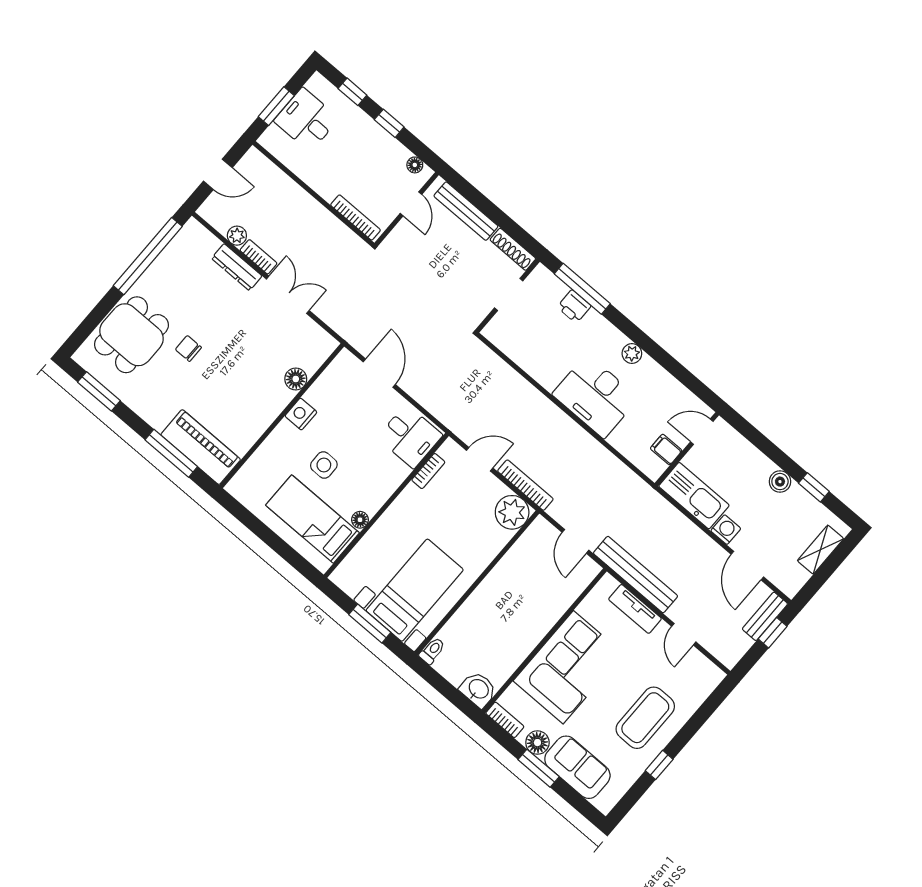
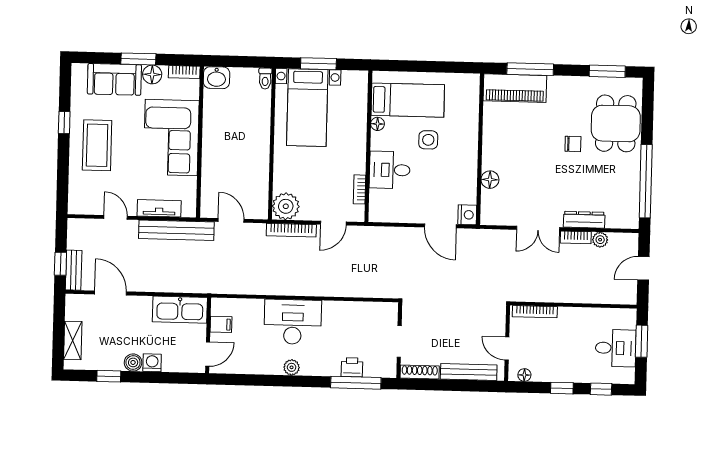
nightstand: (301, 414) -> (467, 215), moved
desk: (410, 436) -> (390, 170), moved
washing machine: (726, 530) -> (152, 363), moved, turned 180

